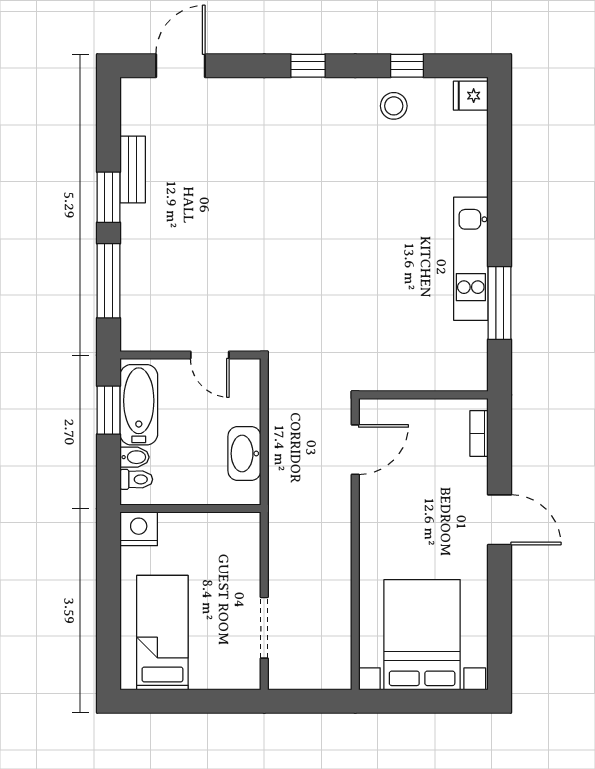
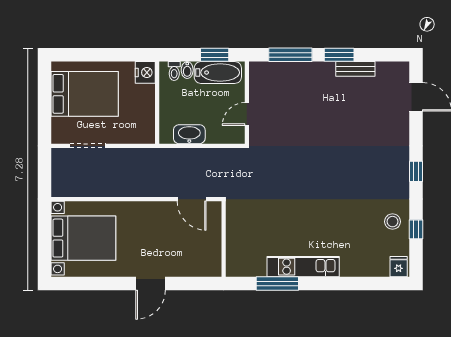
bookcase: (479, 433) -> (201, 271), removed
bed: (162, 633) -> (85, 94), width x1.50

